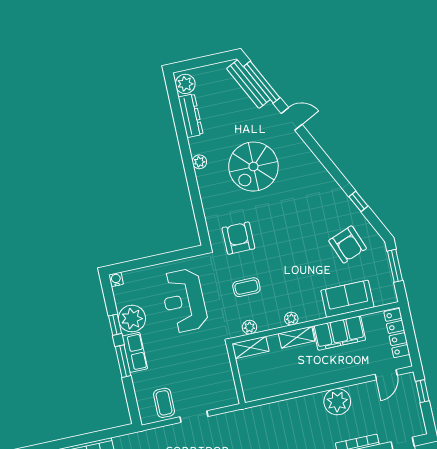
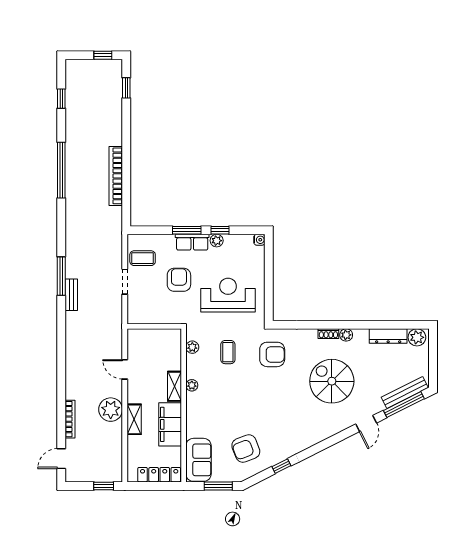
shoe rack: (202, 182) -> (328, 334), added
sofa: (347, 299) -> (199, 460), moved
plant: (132, 319) -> (217, 241), width x0.53, depth x0.53
shelving: (250, 348) -> (134, 419), moved
armchair: (179, 358) -> (179, 280), added
door: (386, 375) -> (125, 369), moved

